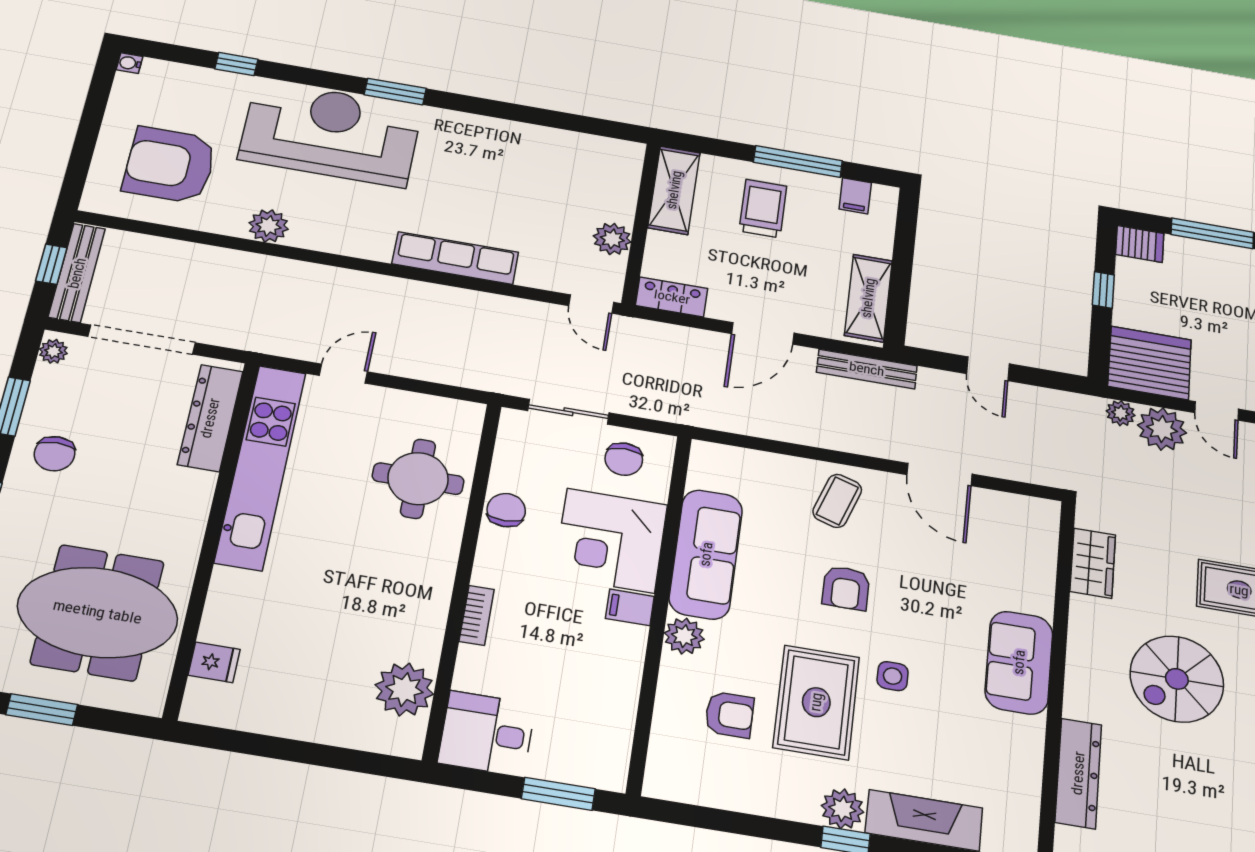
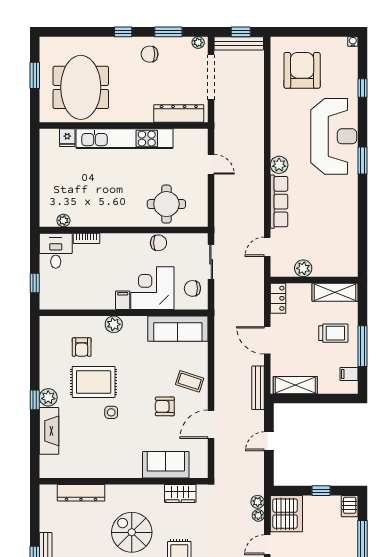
plant: (269, 226) -> (279, 165), moved
door: (591, 304) -> (267, 247), moved
plant: (1162, 429) -> (258, 515), width x0.53, depth x0.53
kitchen unit: (261, 467) -> (124, 139), moved
sofa: (706, 554) -> (178, 329), moved
armchair: (846, 588) -> (165, 406), moved
bookcase: (477, 615) -> (86, 238), moved
sofa: (1019, 662) -> (166, 465), moved
plant: (404, 690) -> (63, 220), width x0.53, depth x0.53
window: (558, 794) -> (35, 283), width x0.67

